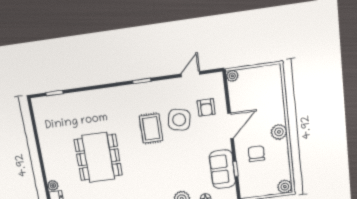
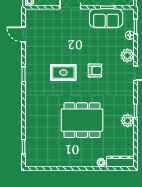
armchair: (206, 107) -> (95, 71), moved
side table: (179, 120) -> (59, 48), removed

